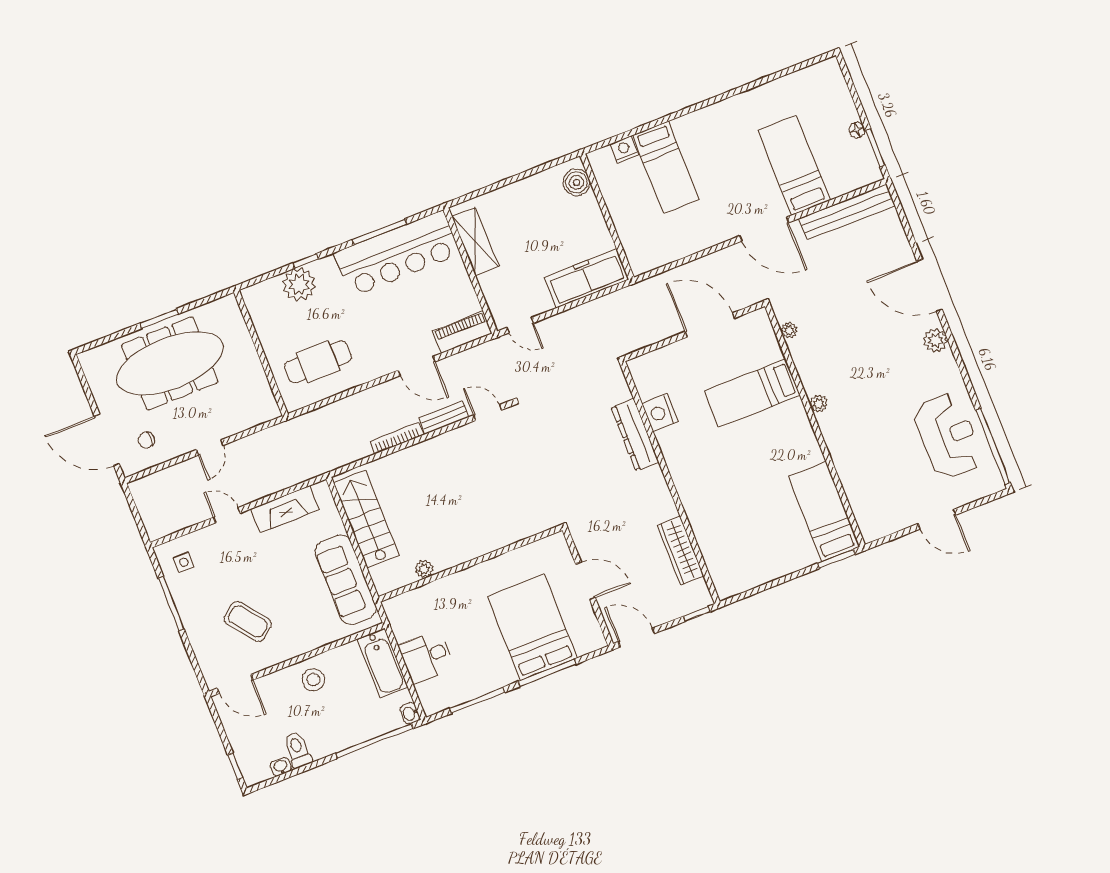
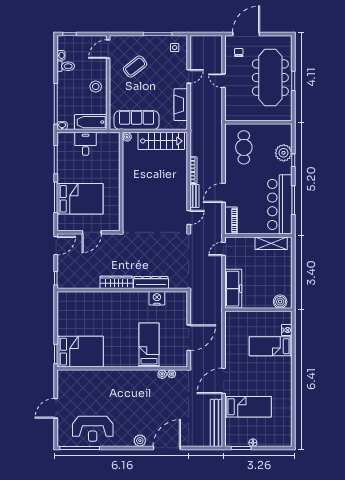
plant: (819, 403) -> (162, 374), moved
bed: (824, 512) -> (80, 352), width x1.50
wardrobe: (680, 550) -> (116, 282), moved
plant: (424, 569) -> (127, 137), moved

